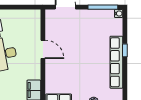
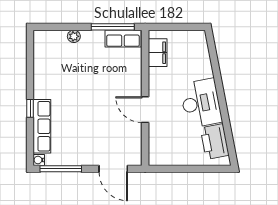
row of seats: (116, 62) -> (42, 126), moved, width x0.73

